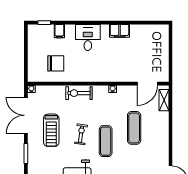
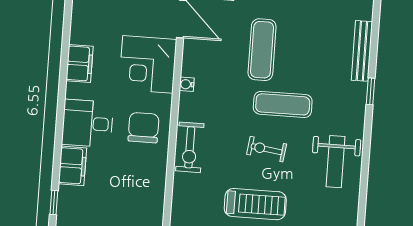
filing cabinet: (59, 31) -> (72, 166), width x2.00
chair: (56, 63) -> (143, 128), moved
corner desk: (122, 67) -> (148, 64), added
exercise mat: (134, 128) -> (262, 50), turned 90

